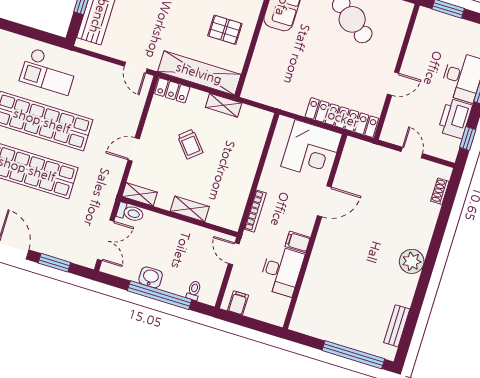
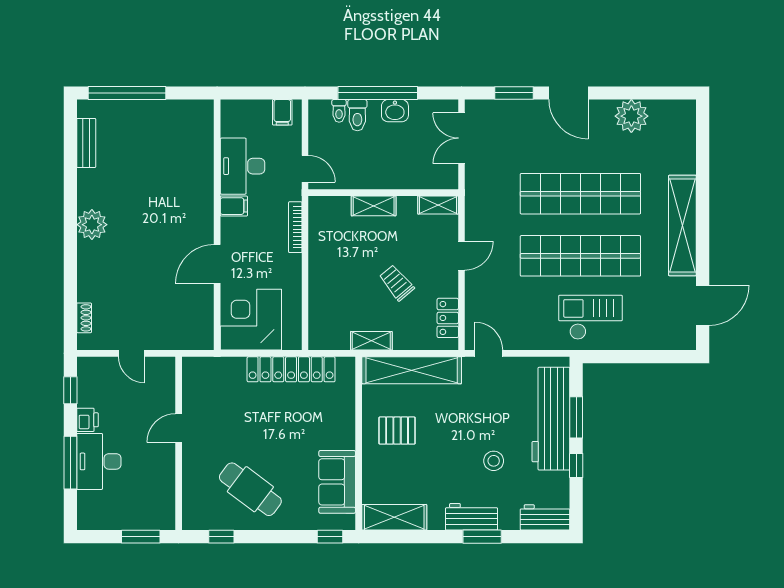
locker: (172, 90) -> (448, 318), moved, turned -90
locker: (342, 118) -> (291, 369), moved
printer: (455, 118) -> (87, 420), width x0.53, depth x0.68
toilet: (130, 213) -> (357, 115), moved, turned -90

